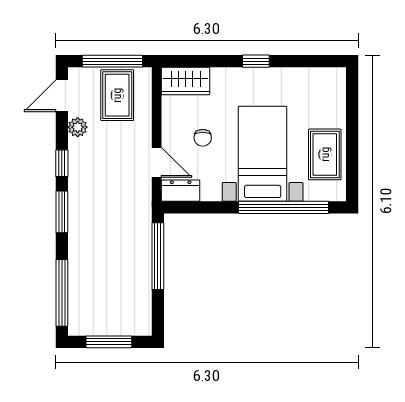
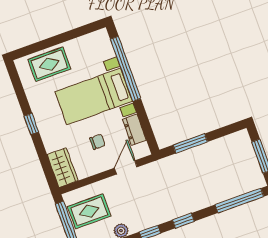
rug: (325, 154) -> (49, 64), moved
dresser: (181, 191) -> (134, 130), moved
window: (62, 212) -> (183, 221), width x0.67
window: (158, 256) -> (190, 143), width x0.69

